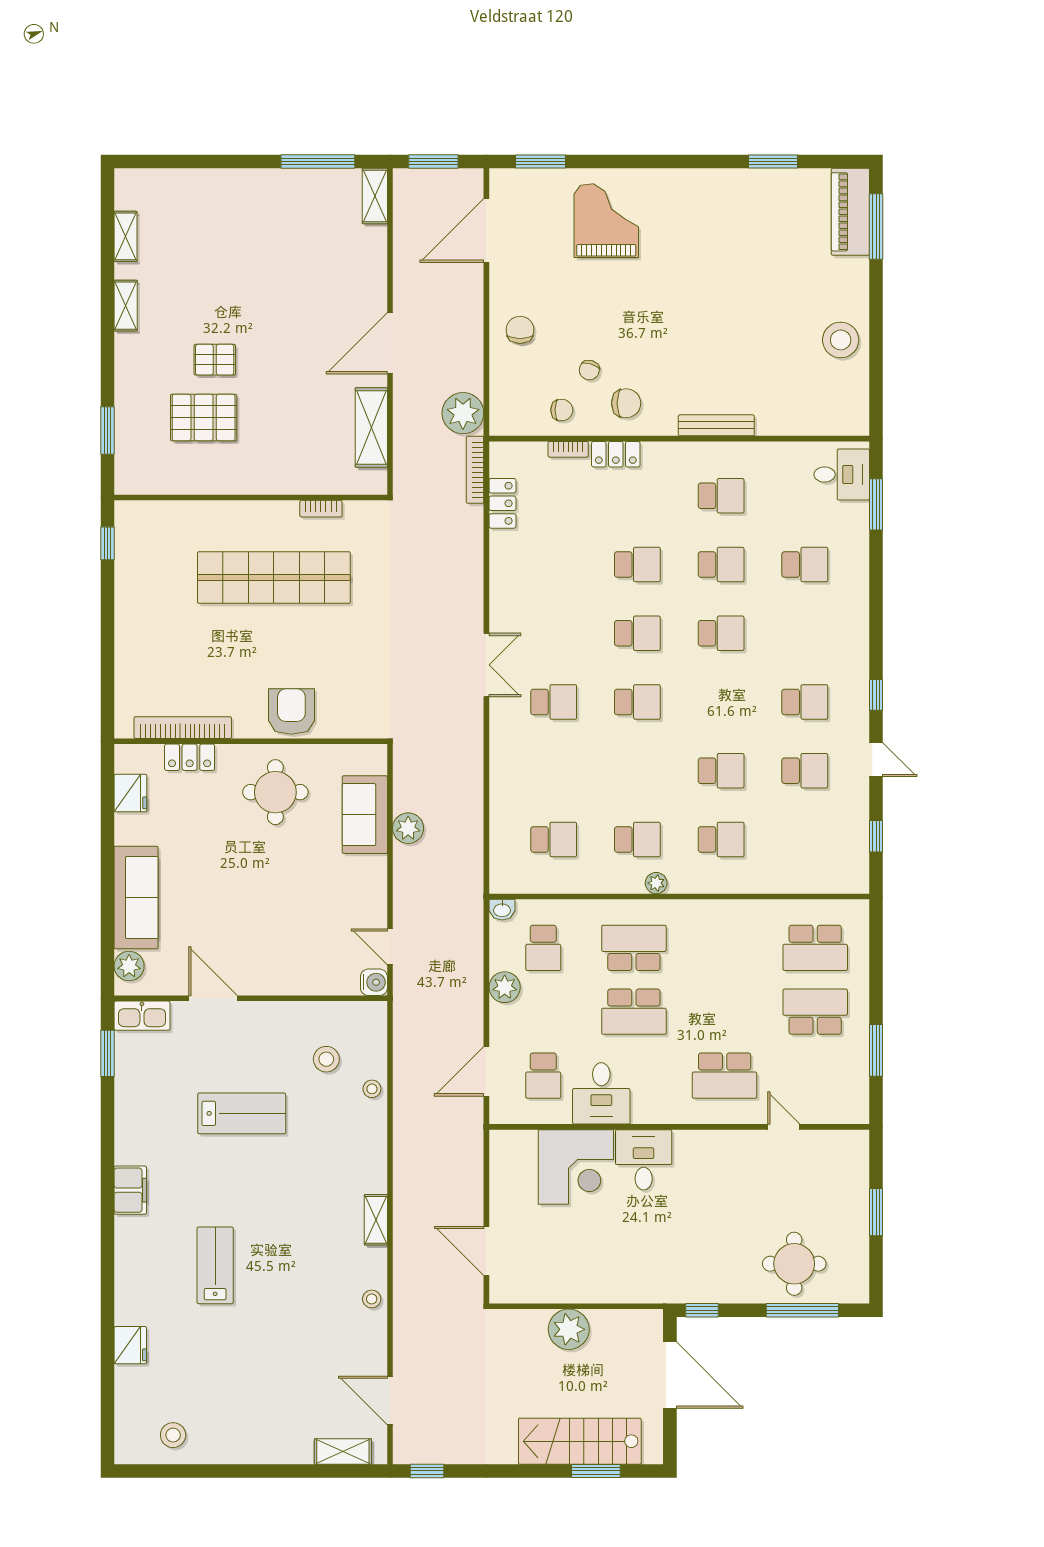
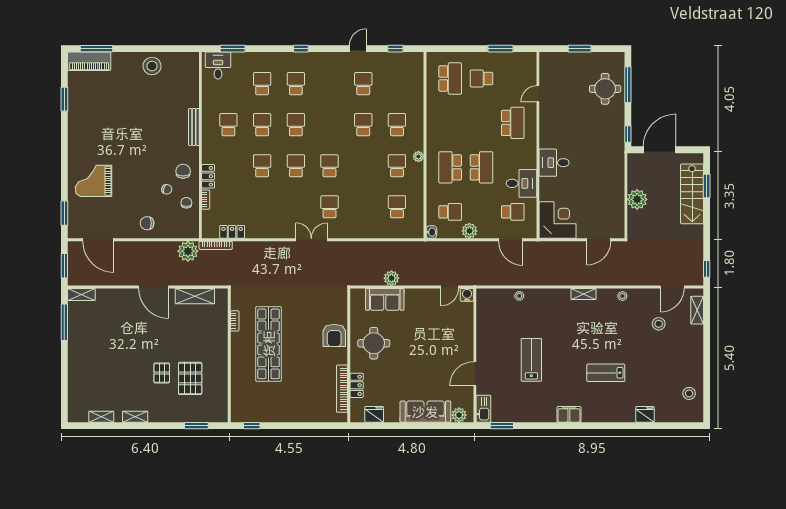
window: (876, 695) -> (301, 49), moved
school desk: (805, 702) -> (296, 84), moved
armchair: (291, 712) -> (334, 335), turned -90
school desk: (815, 1012) -> (481, 79), width x0.54
stool: (326, 1059) -> (659, 324), moved
corner desk: (576, 1167) -> (558, 220), moved

